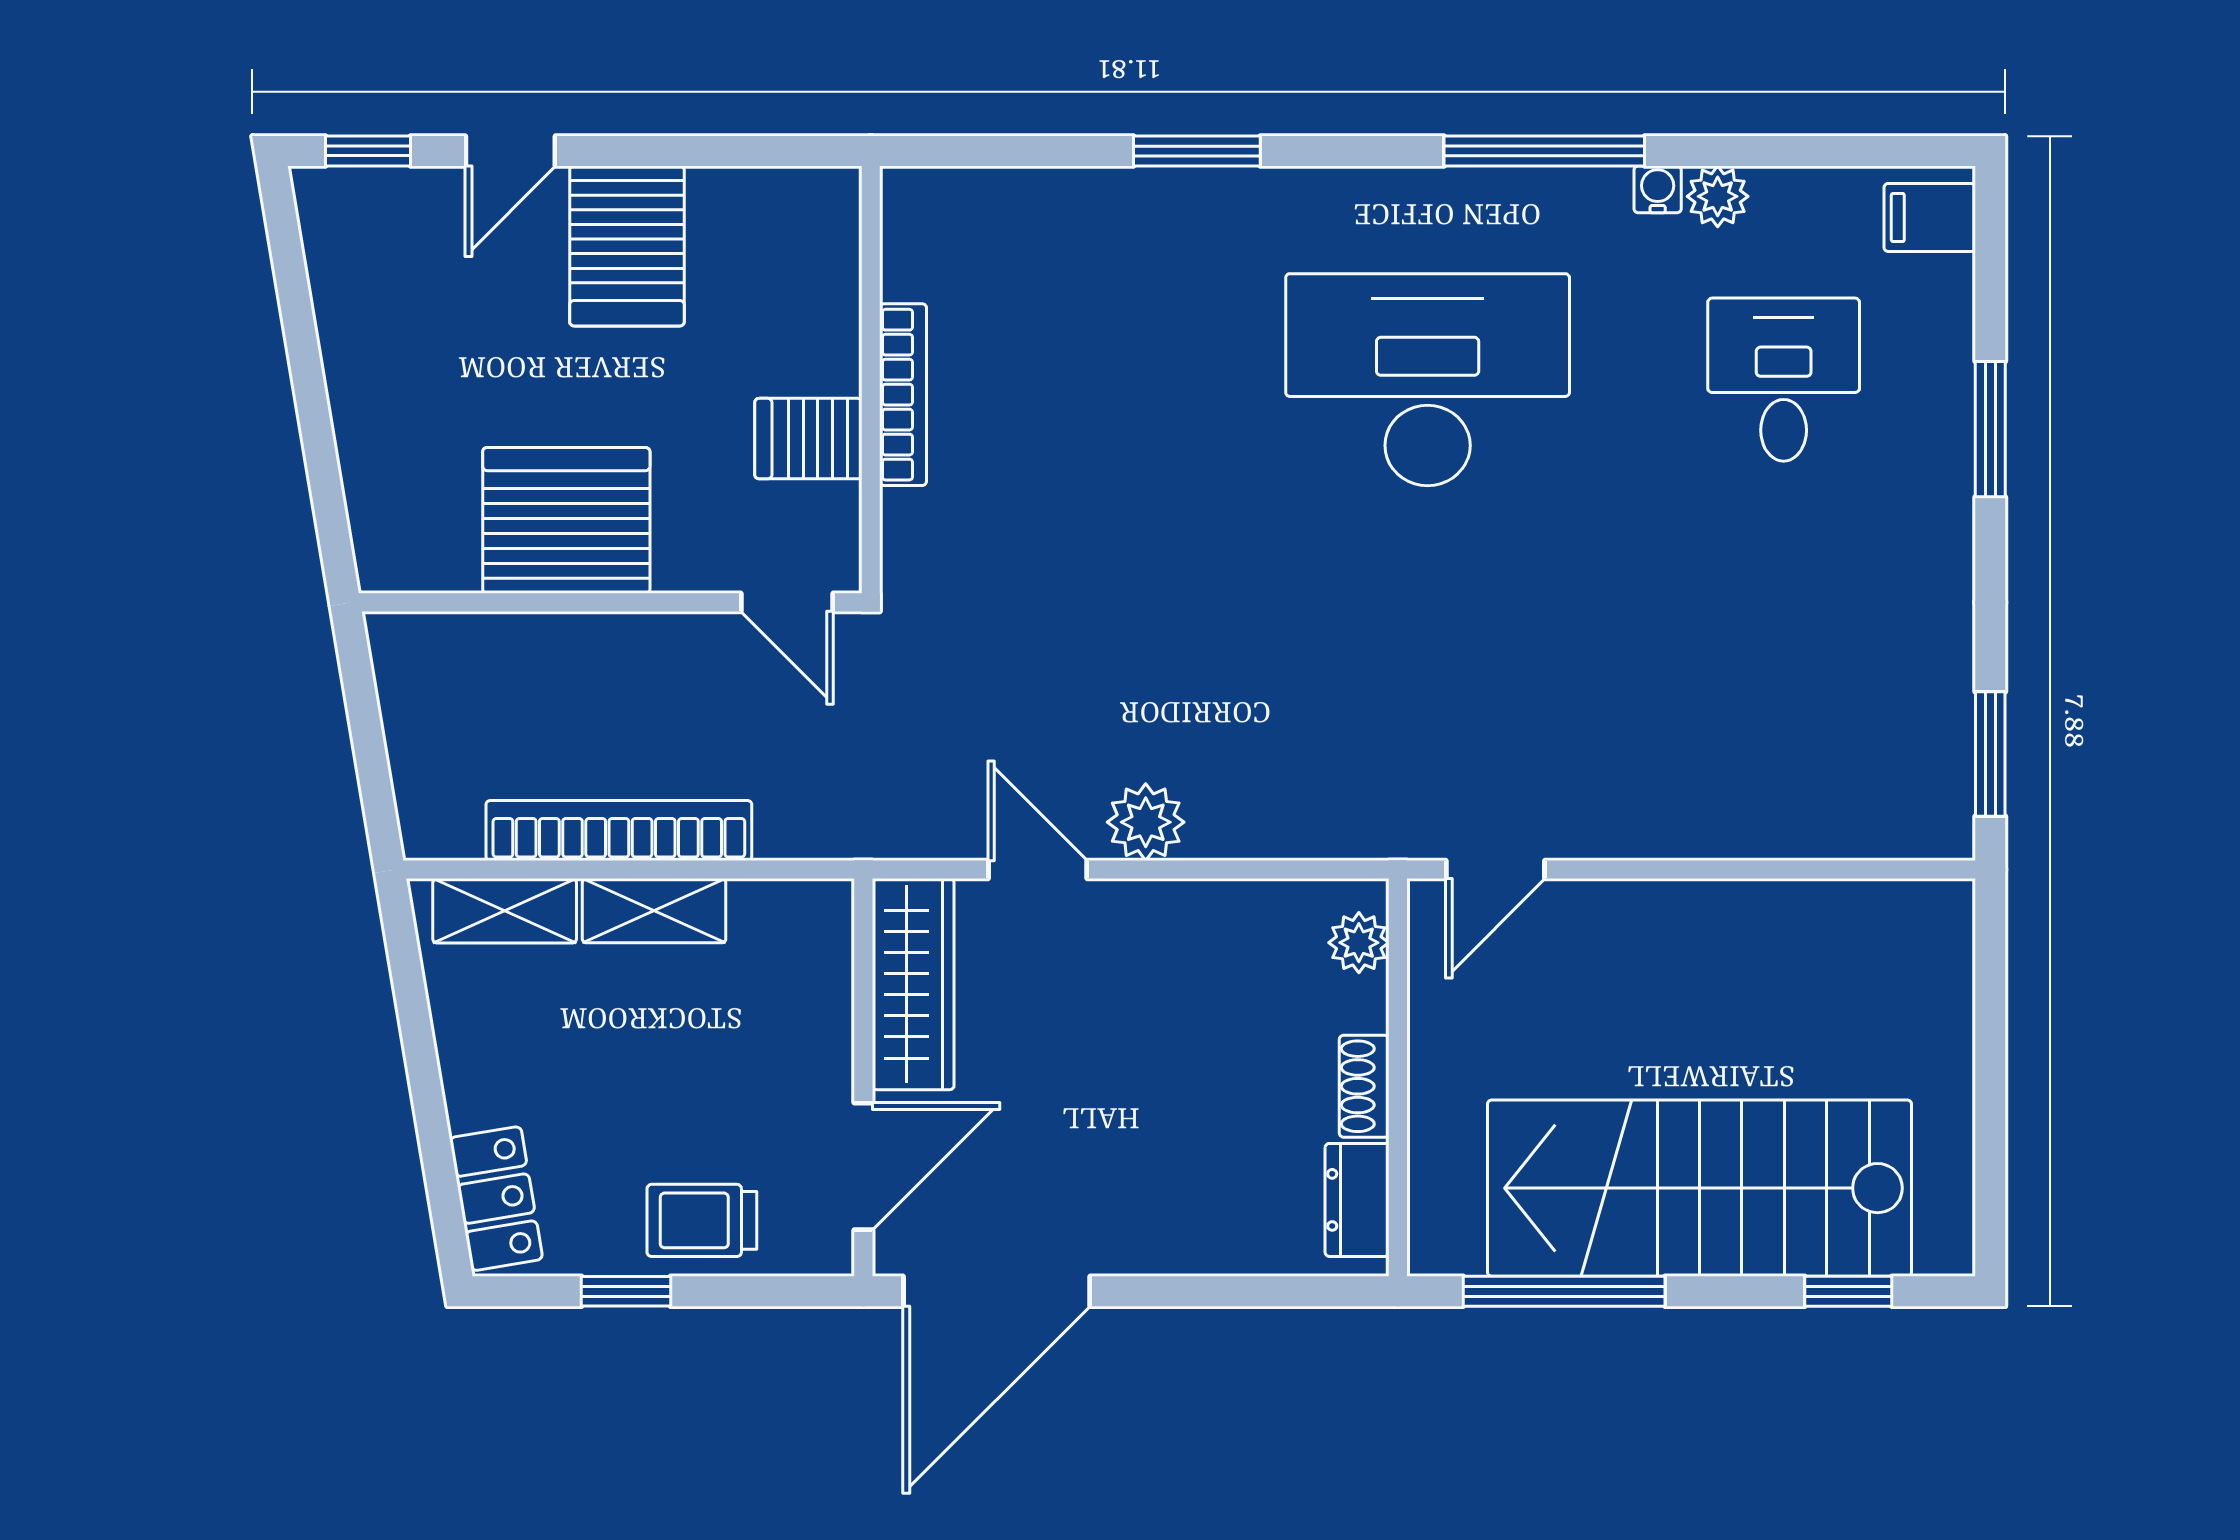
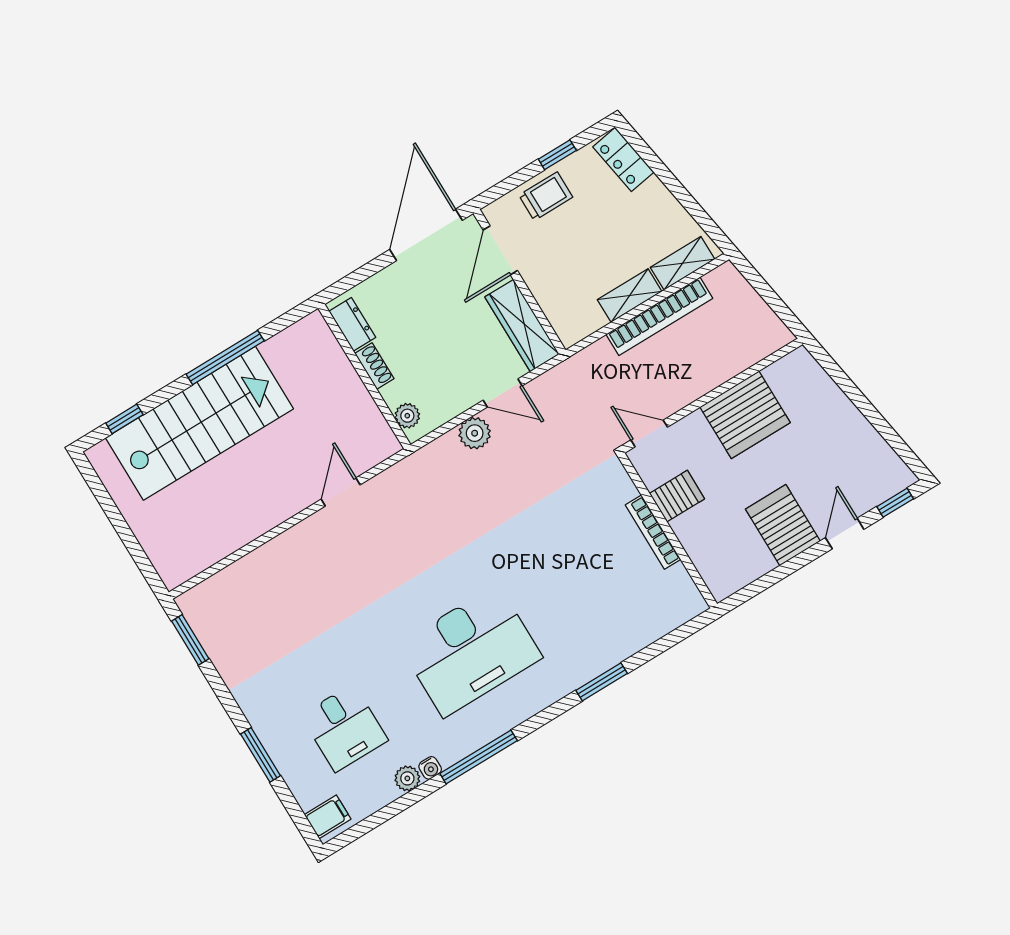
plant: (1359, 943) -> (407, 416), moved
wall: (1398, 1077) -> (364, 376), moved
shoe rack: (1364, 1086) -> (374, 366), moved
dresser: (1357, 1200) -> (352, 324), moved

